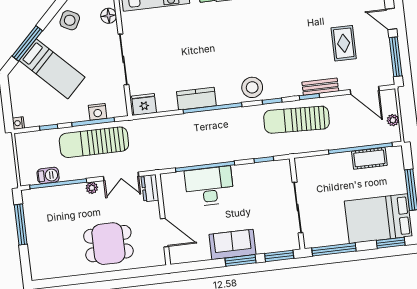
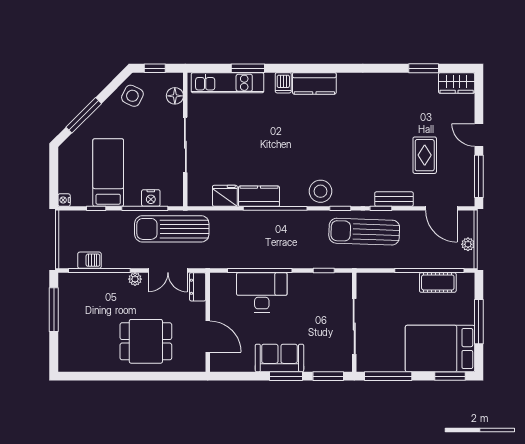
bed: (52, 69) -> (108, 173), moved, turned -135
fridge: (144, 104) -> (225, 196), moved
sun lounger: (94, 142) -> (172, 229), moved

